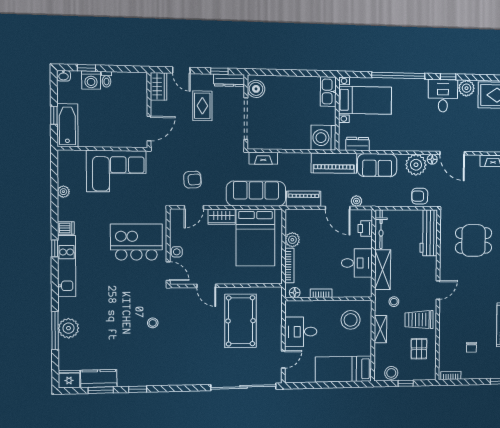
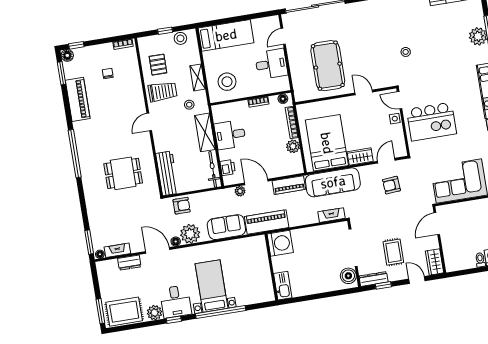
bed with nightstands: (365, 100) -> (211, 286), moved, turned 90
dresser: (358, 144) -> (129, 263), moved

